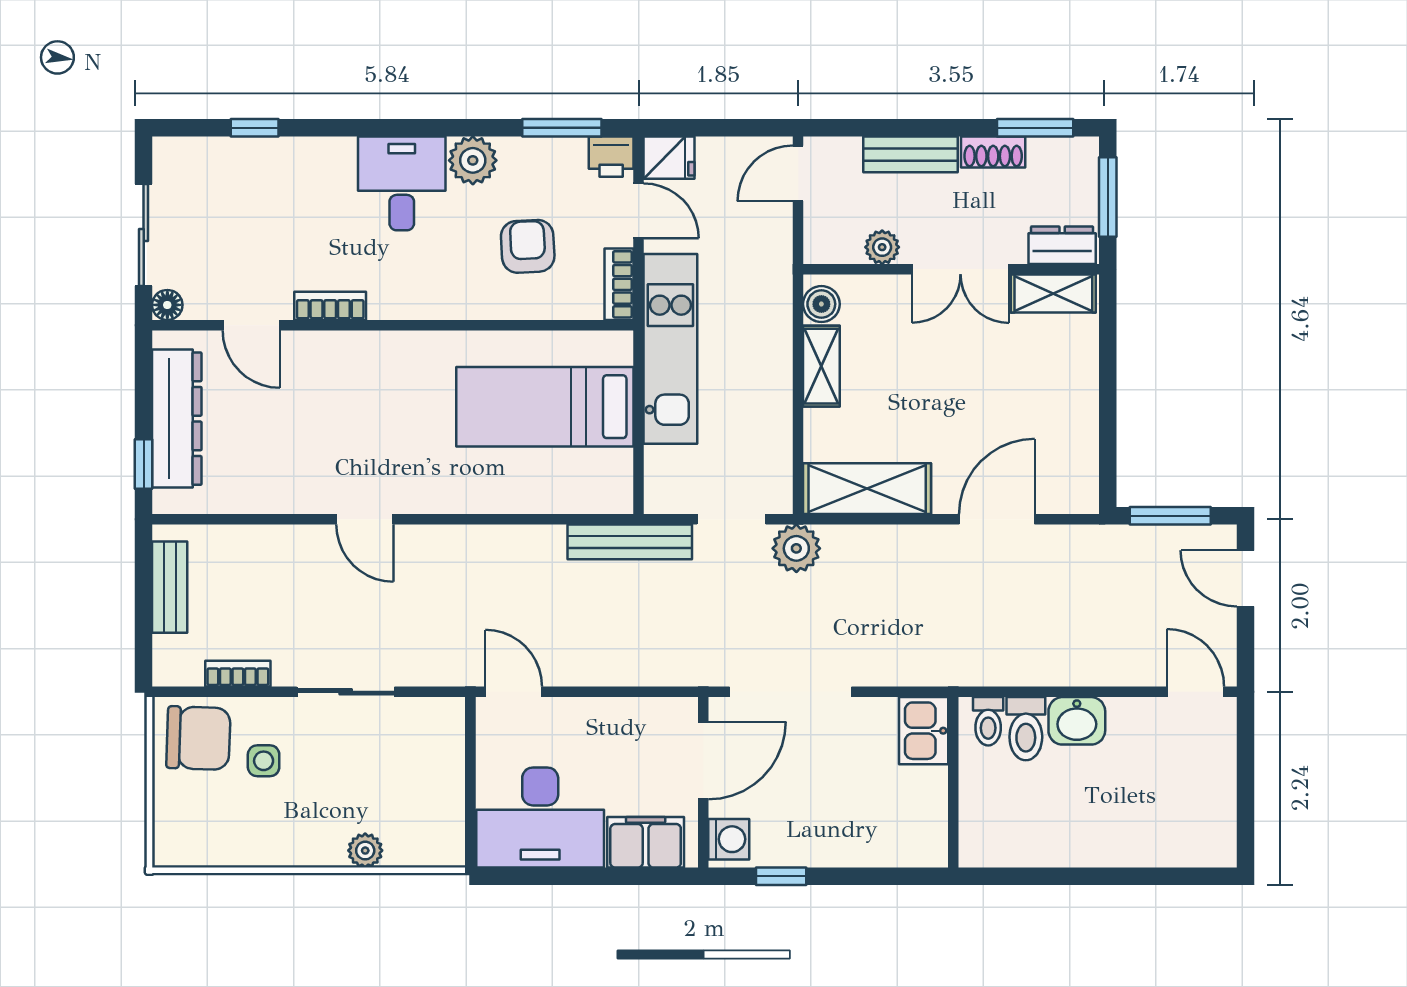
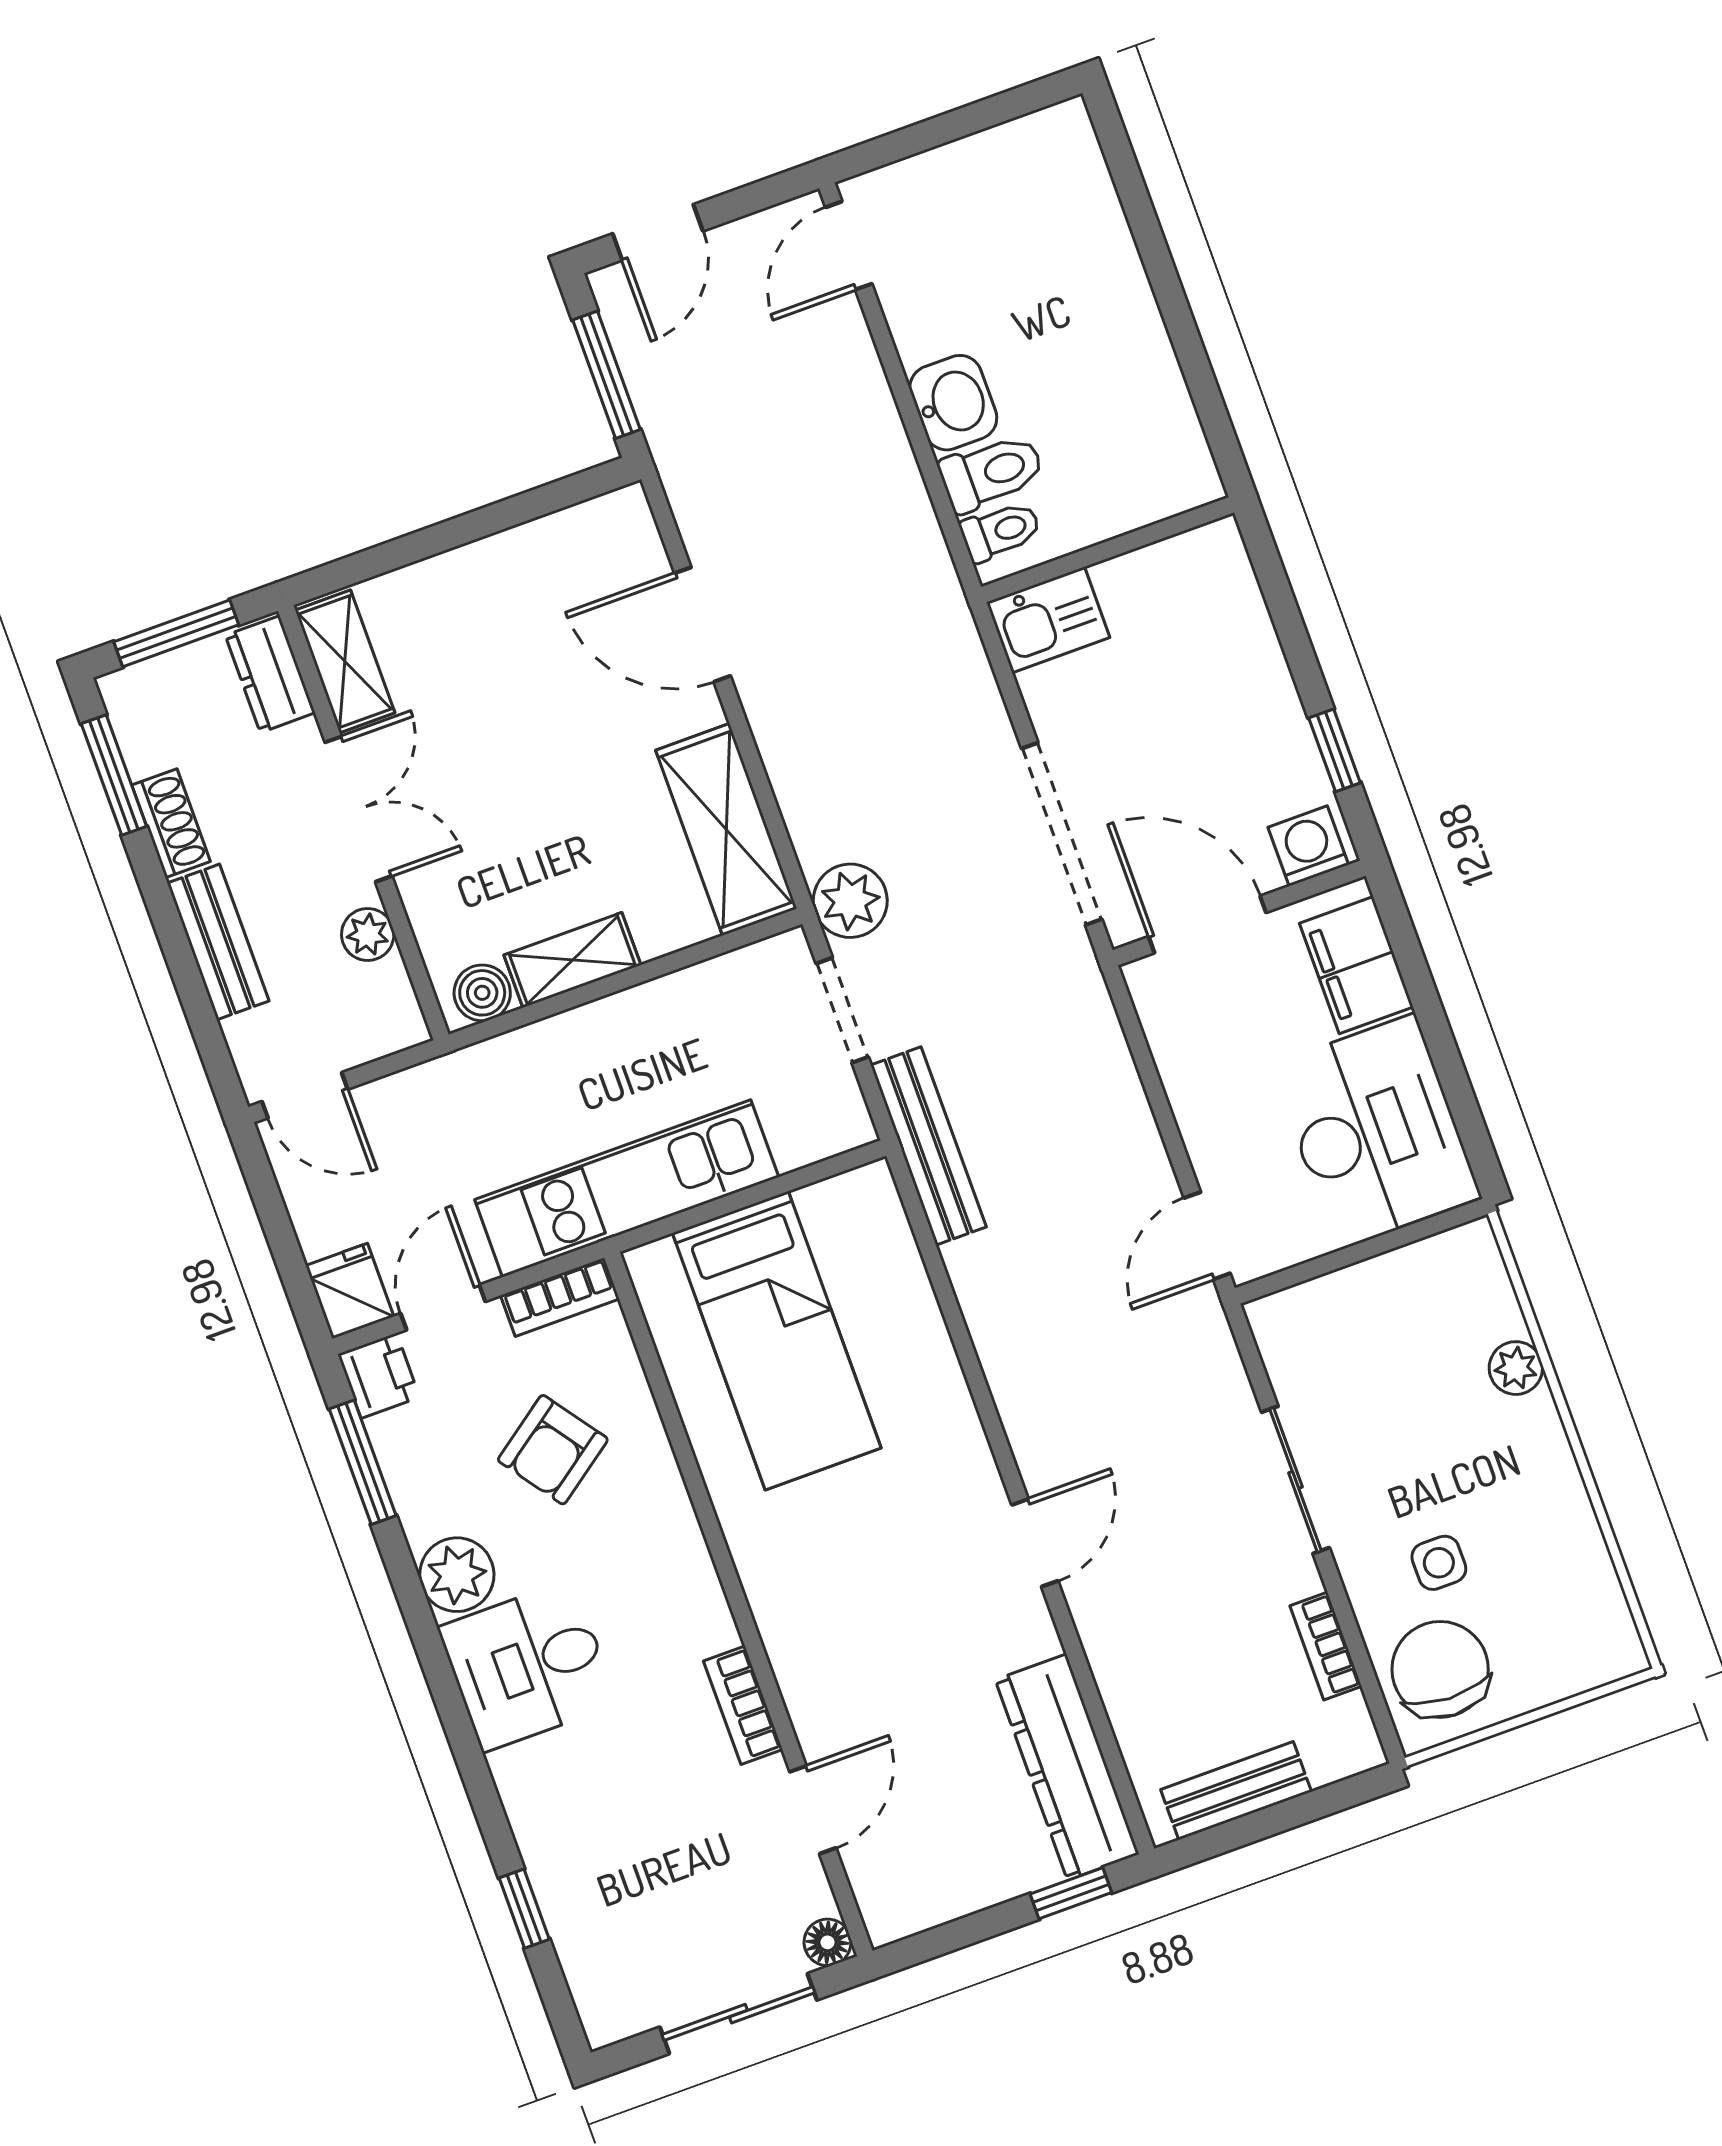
armchair: (528, 246) -> (553, 1450), turned -33
dresser: (177, 419) -> (1067, 1767), moved, turned -90

